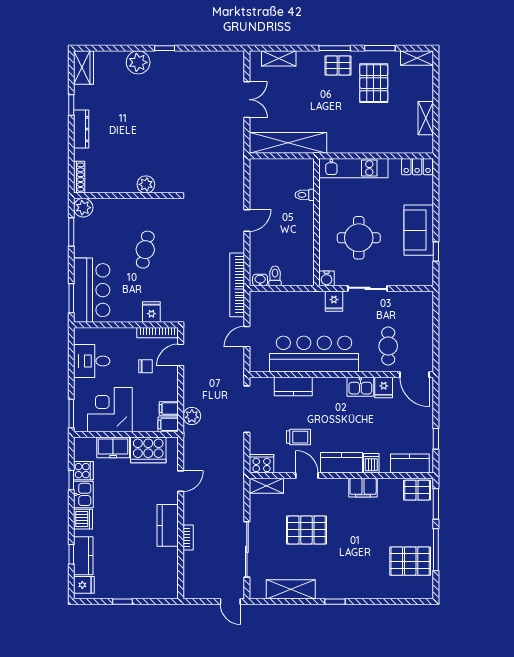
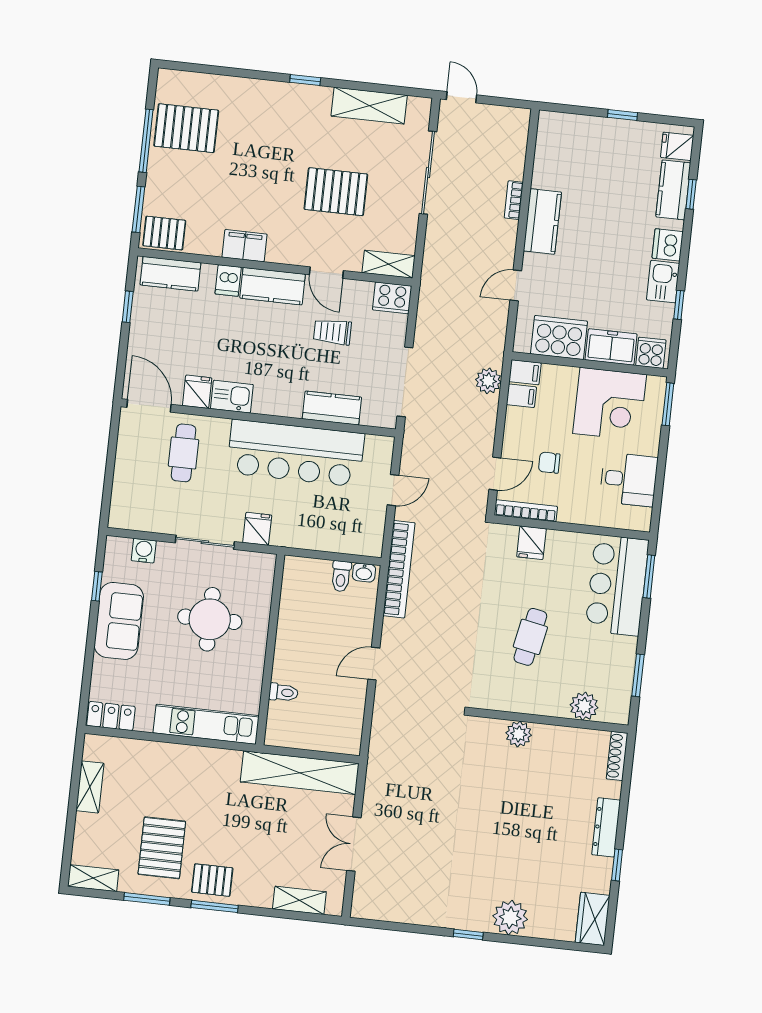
plant: (83, 208) -> (584, 706), moved
water cooler: (327, 278) -> (144, 551), moved
cooker: (83, 471) -> (651, 353), moved, turned 90

